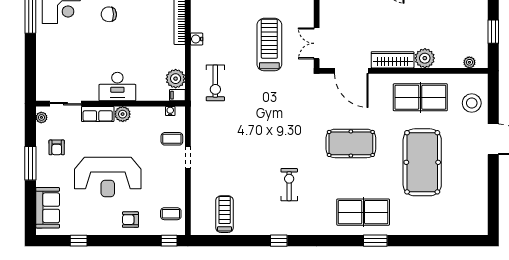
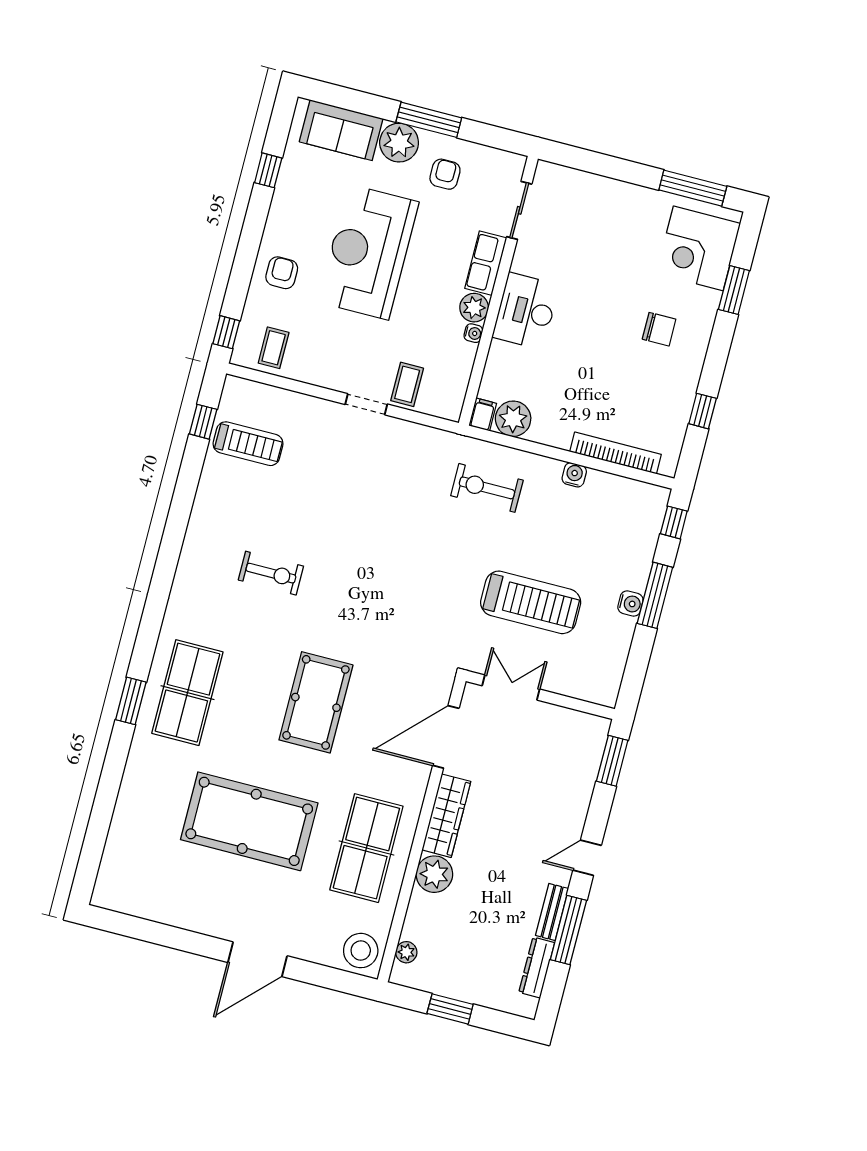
chair: (109, 14) -> (659, 329), turned 92
stool: (472, 103) -> (361, 951), moved
water cooler: (170, 111) -> (473, 333), moved
plant: (41, 117) -> (399, 143), moved, width x1.87, depth x1.87
armchair: (57, 147) -> (445, 174), turned 90
window: (279, 241) -> (203, 422), moved

